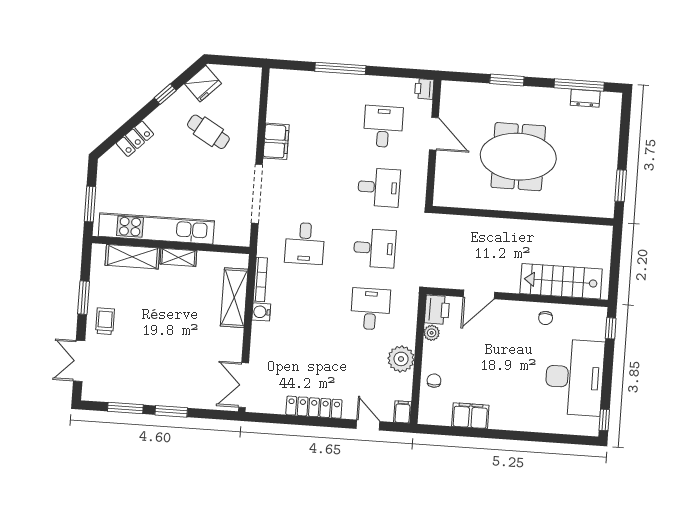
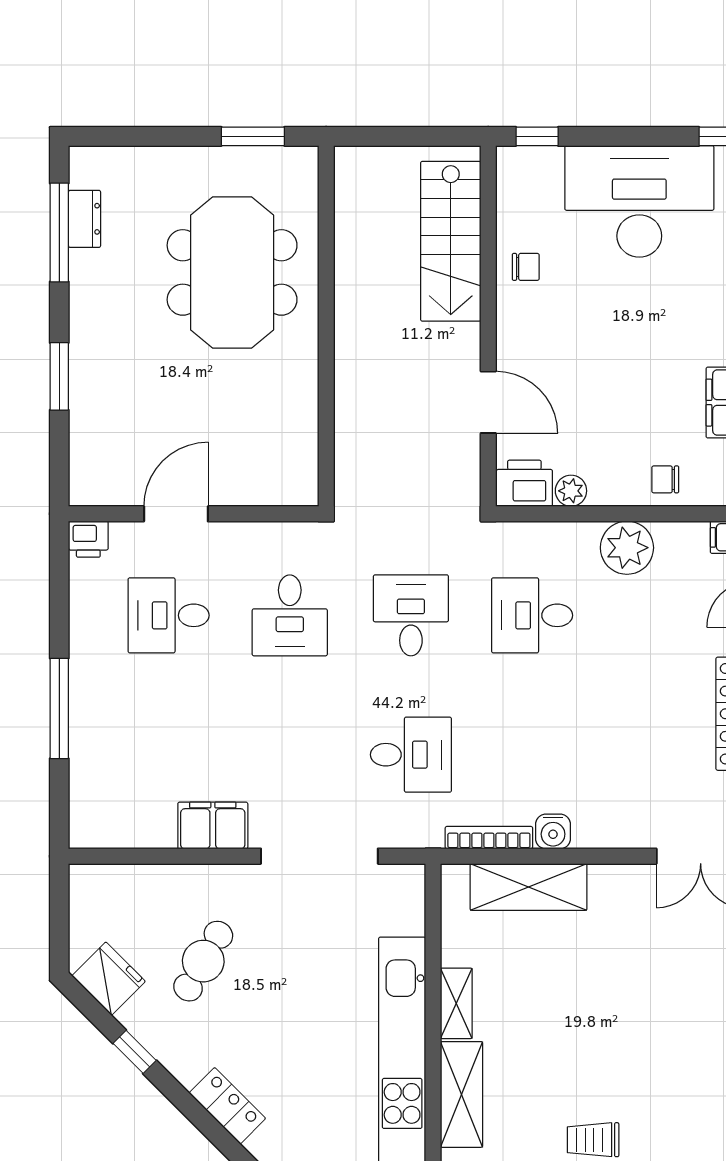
meeting table: (518, 157) -> (232, 272), moved
desk: (379, 187) -> (290, 615), turned 180

